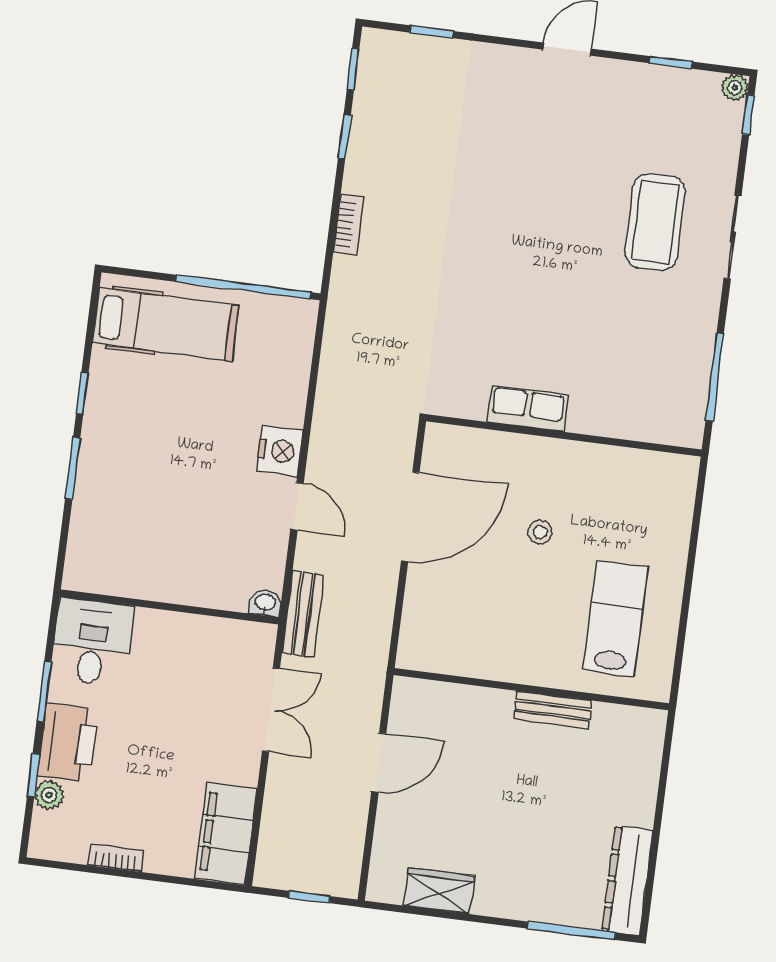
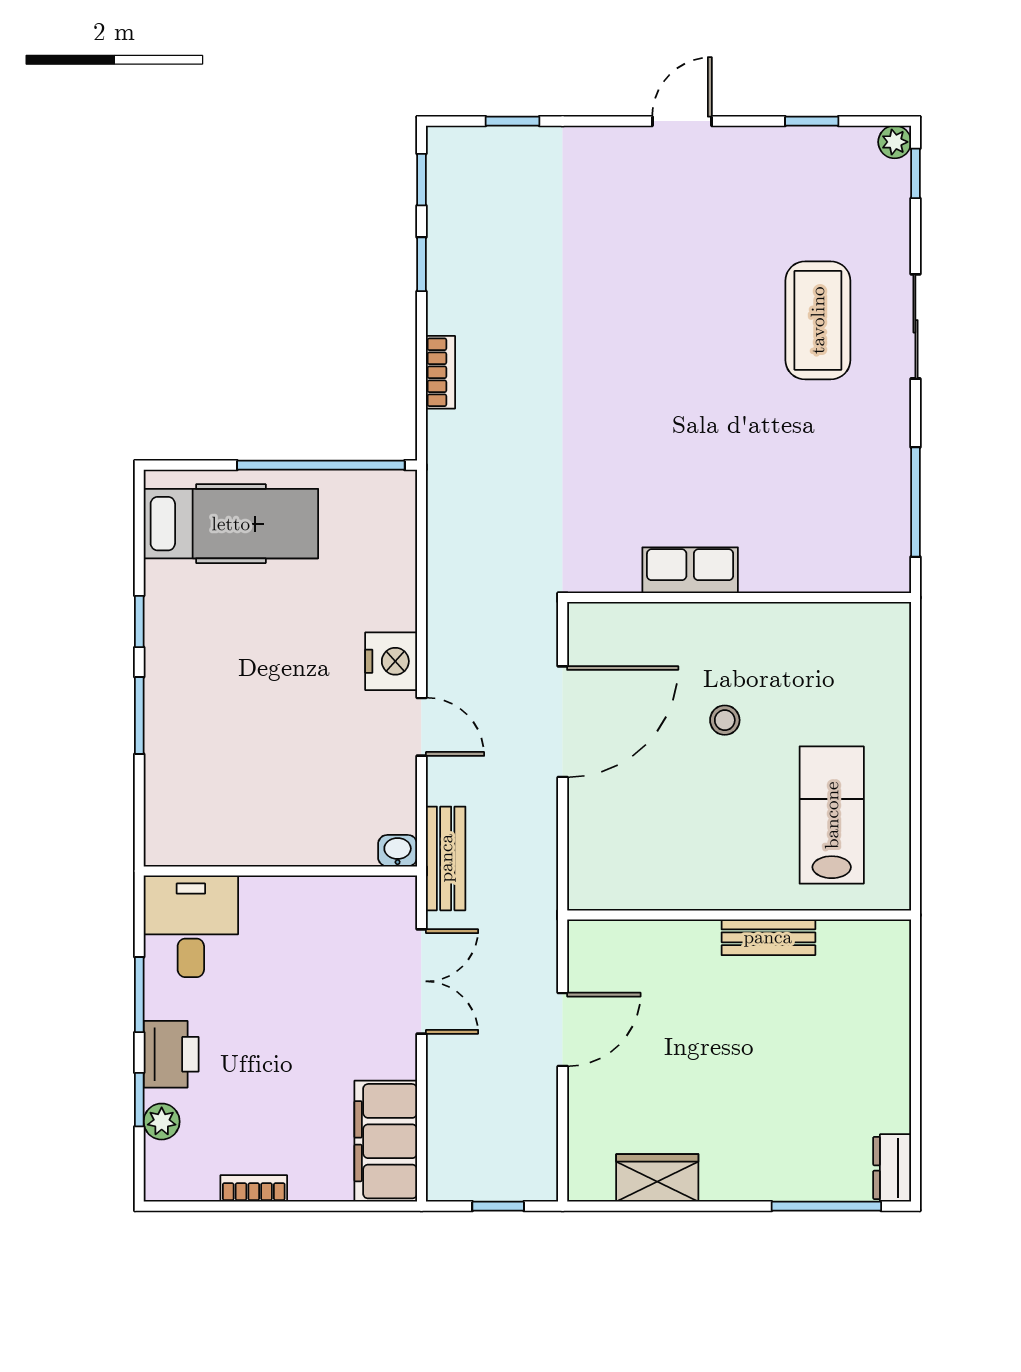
printer: (68, 743) -> (171, 1054), width x0.73, depth x0.84
dresser: (627, 880) -> (892, 1168), width x0.51, depth x0.80

